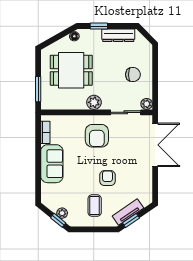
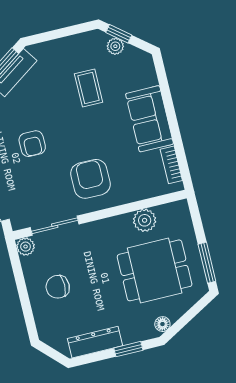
window: (38, 89) -> (207, 263), moved
plant: (94, 102) -> (145, 220), moved
armchair: (107, 178) -> (32, 144), moved
coffee table: (95, 206) -> (89, 88), moved

